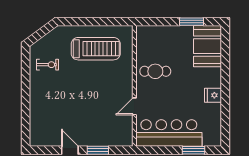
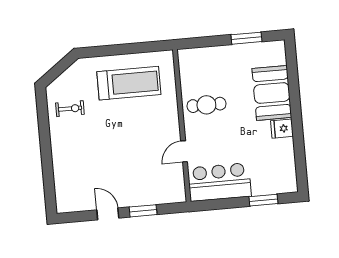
booth: (208, 46) -> (272, 93), moved
bar counter: (169, 133) -> (219, 182), width x0.73

